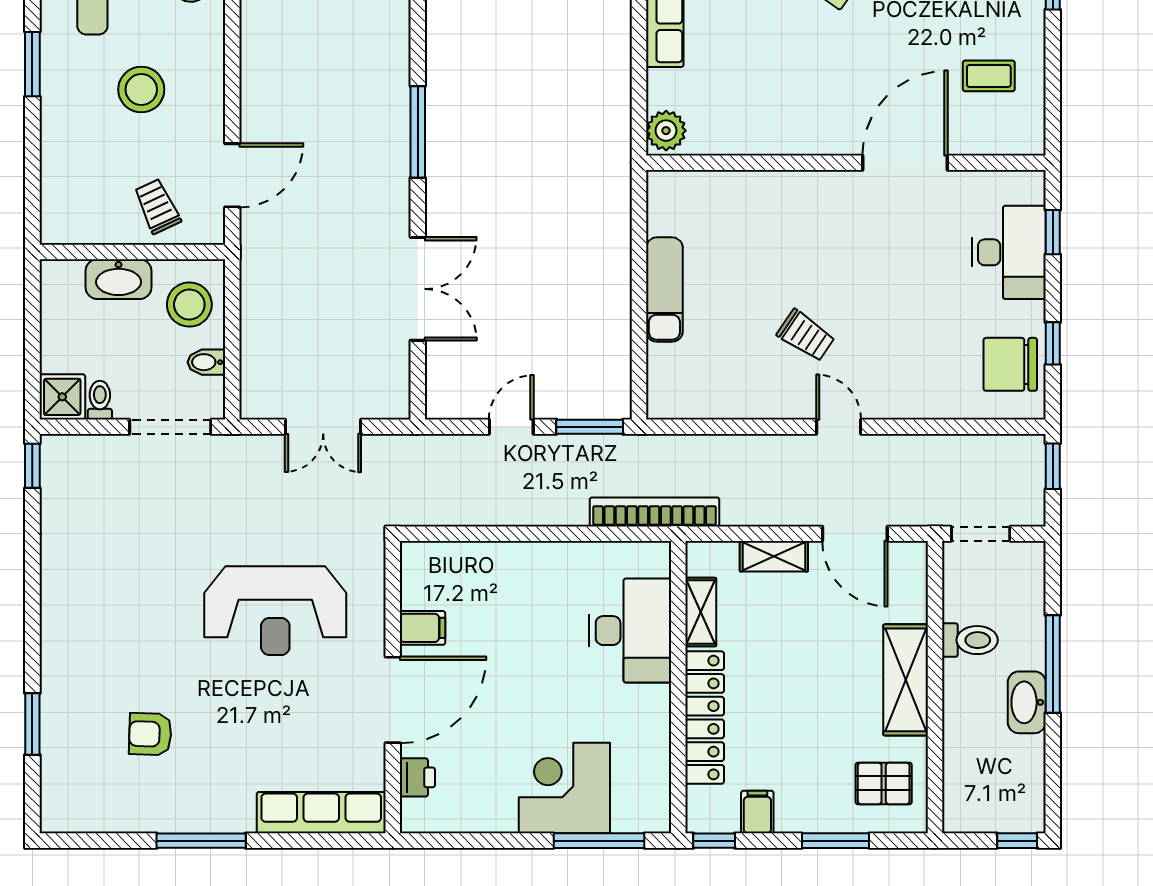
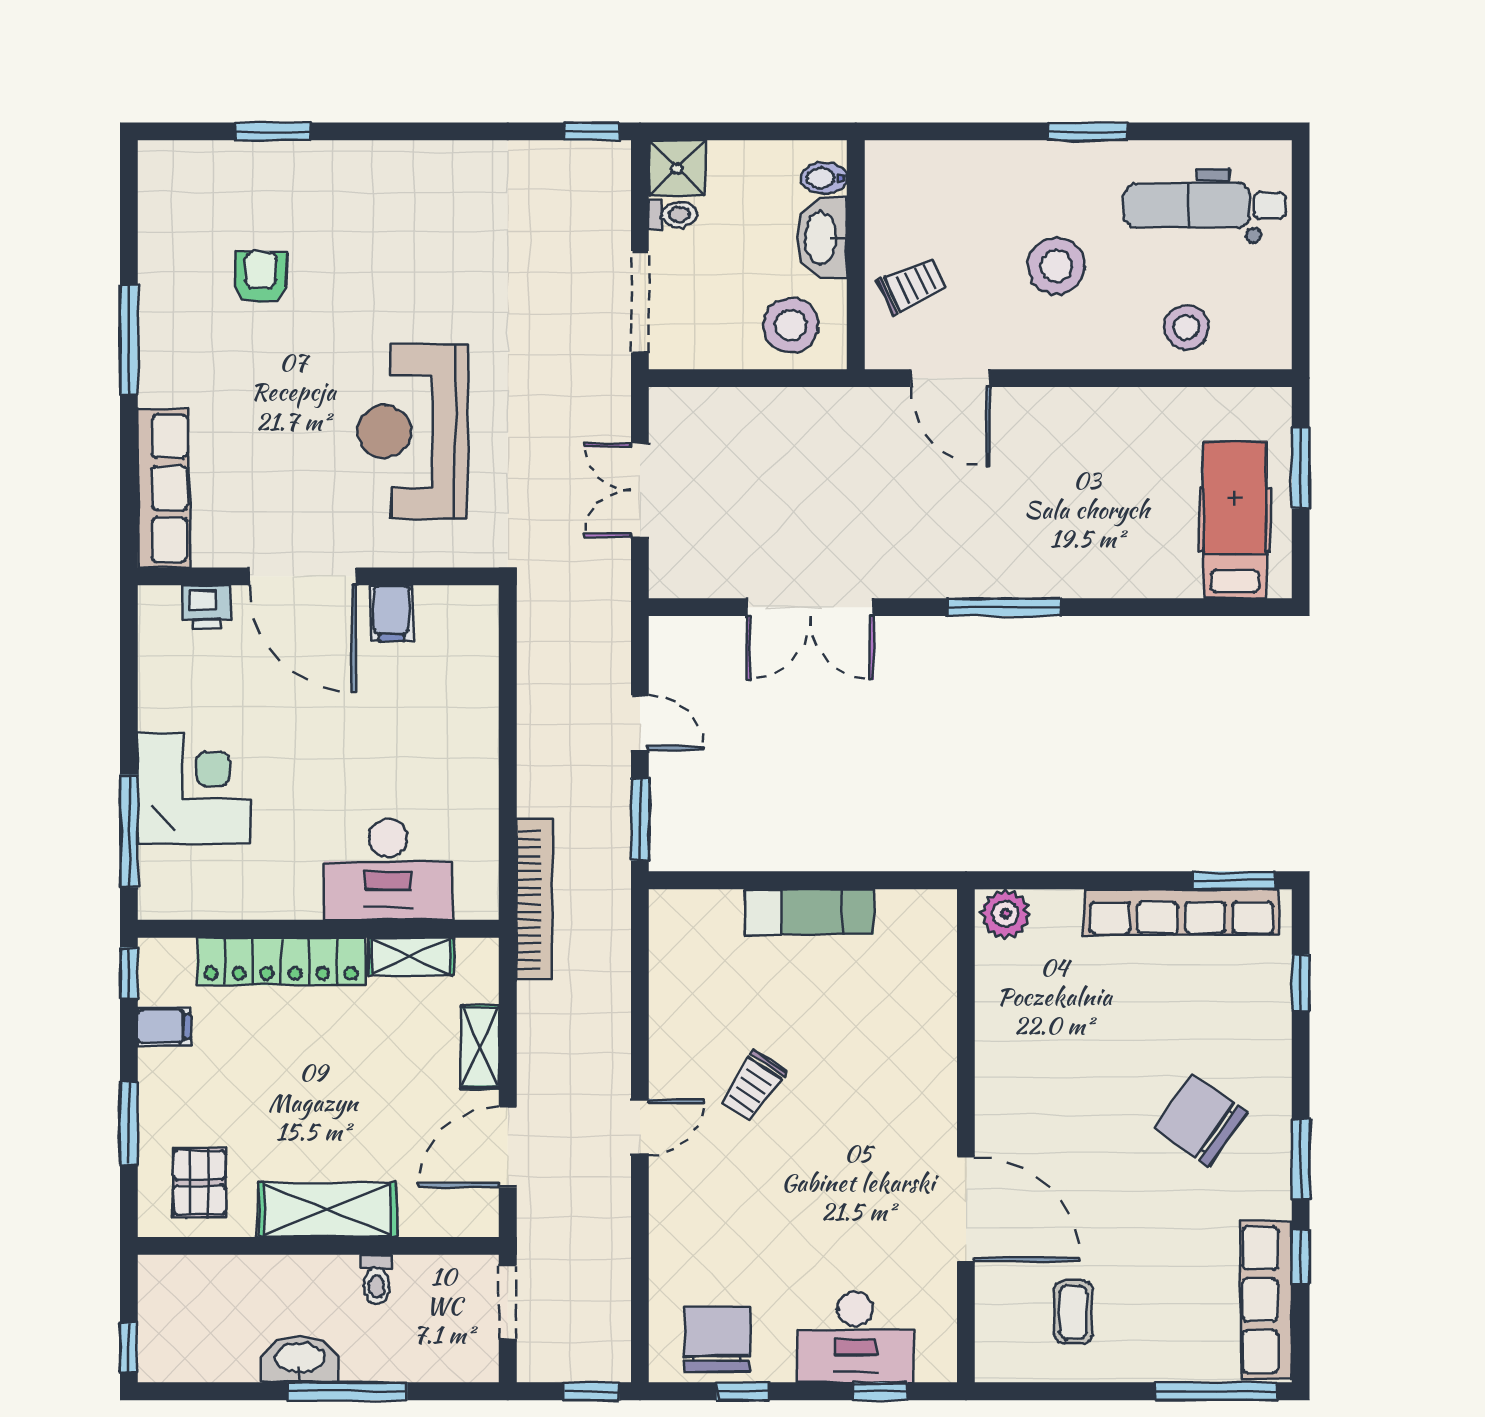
bidet: (206, 362) -> (824, 178), moved, turned -90
toilet: (970, 640) -> (377, 1279), width x0.73, depth x0.72

